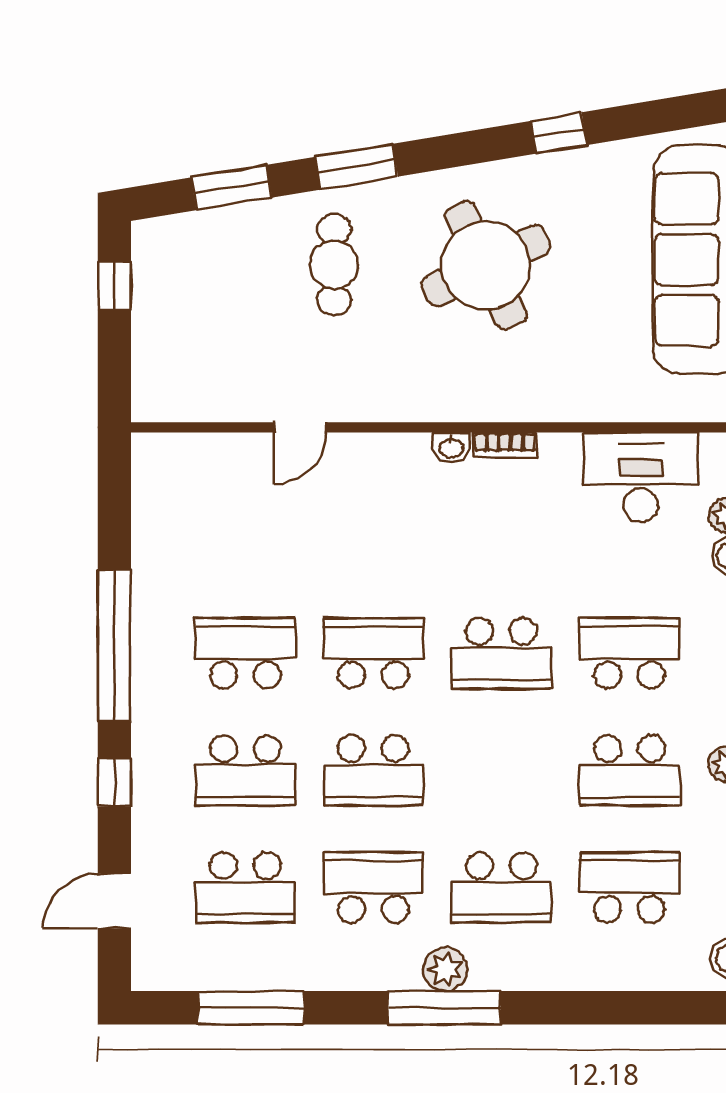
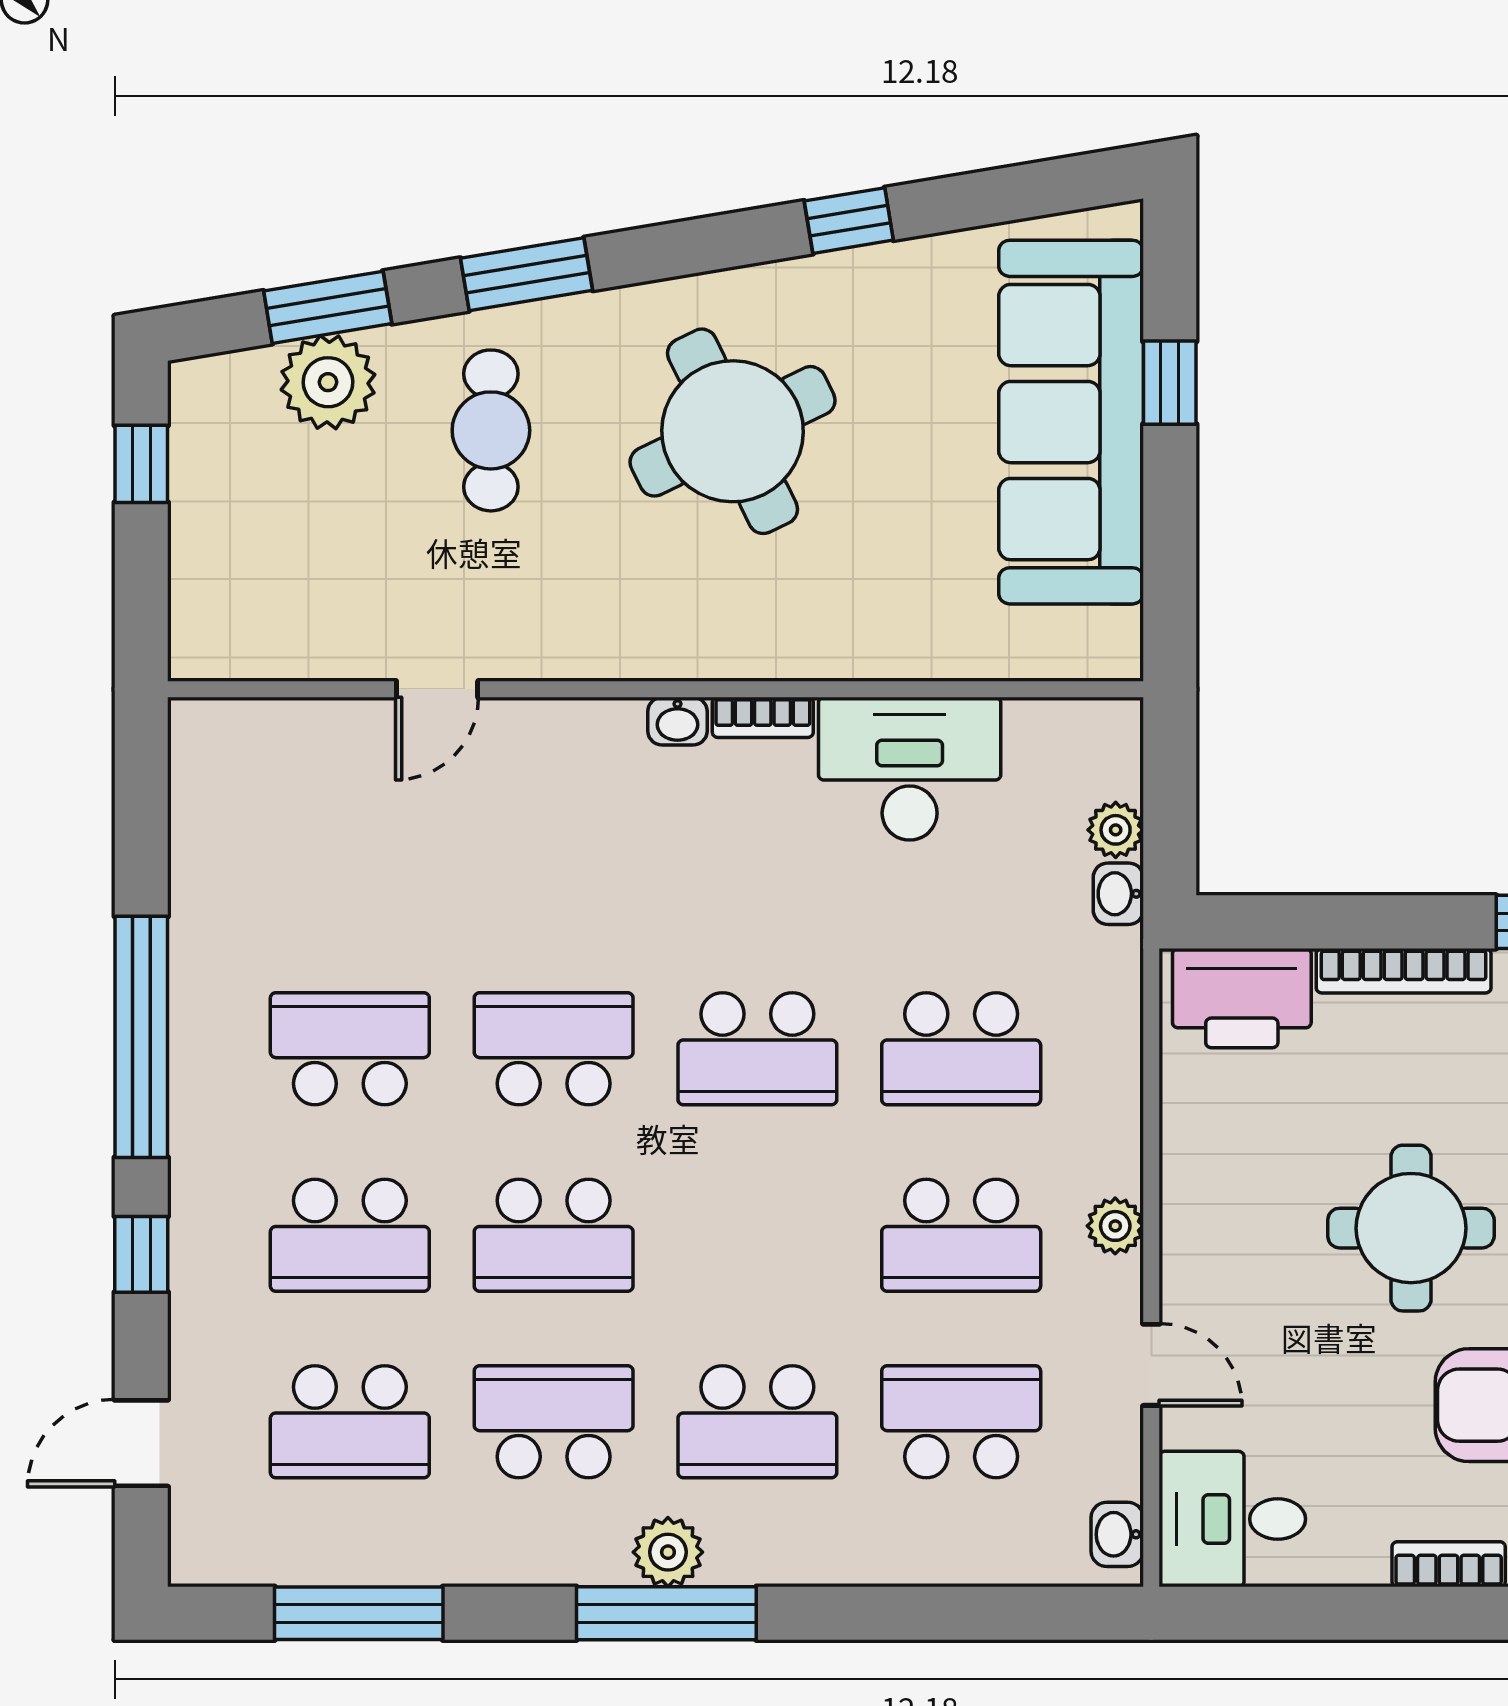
plant: (232, 234) -> (328, 382), added
desk: (641, 477) -> (910, 769), moved
school desk: (629, 653) -> (961, 1049), turned 180

